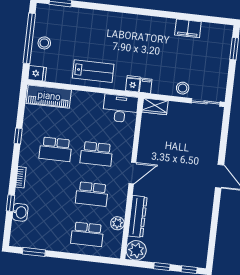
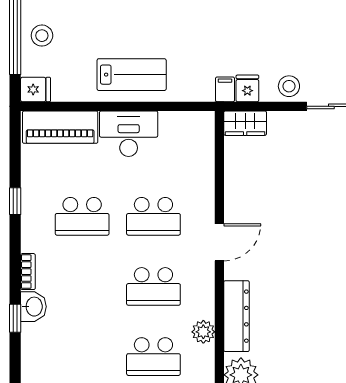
fridge: (133, 84) -> (247, 88), moved
desk: (120, 109) -> (129, 134), moved
washbasin: (20, 212) -> (33, 307), moved

